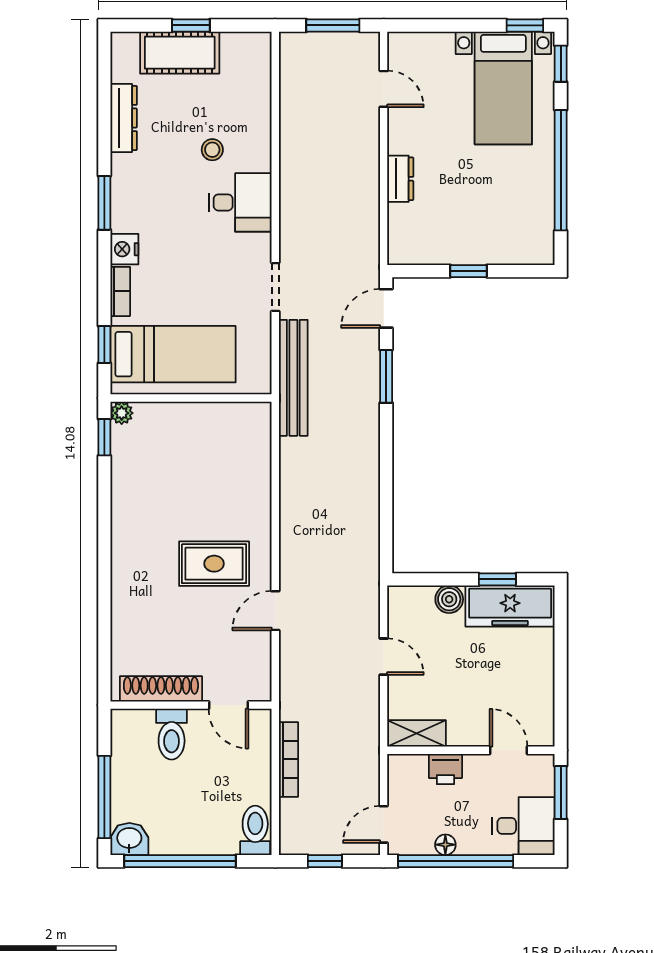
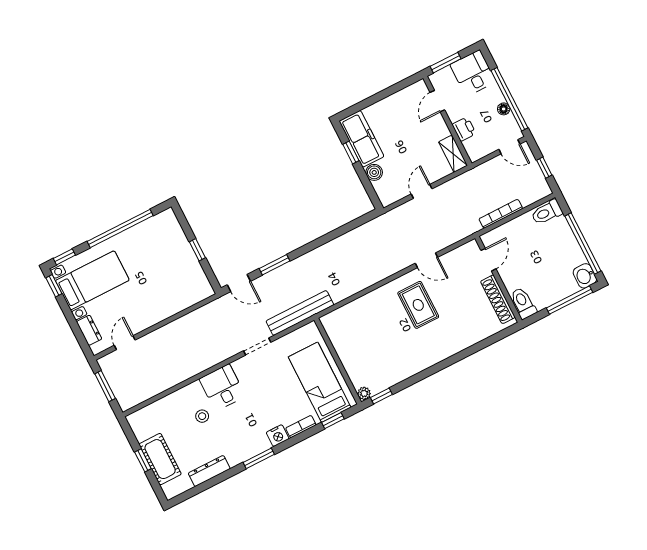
dresser: (400, 179) -> (89, 330), moved, turned 90
toilet: (172, 734) -> (523, 303), moved, turned -90

